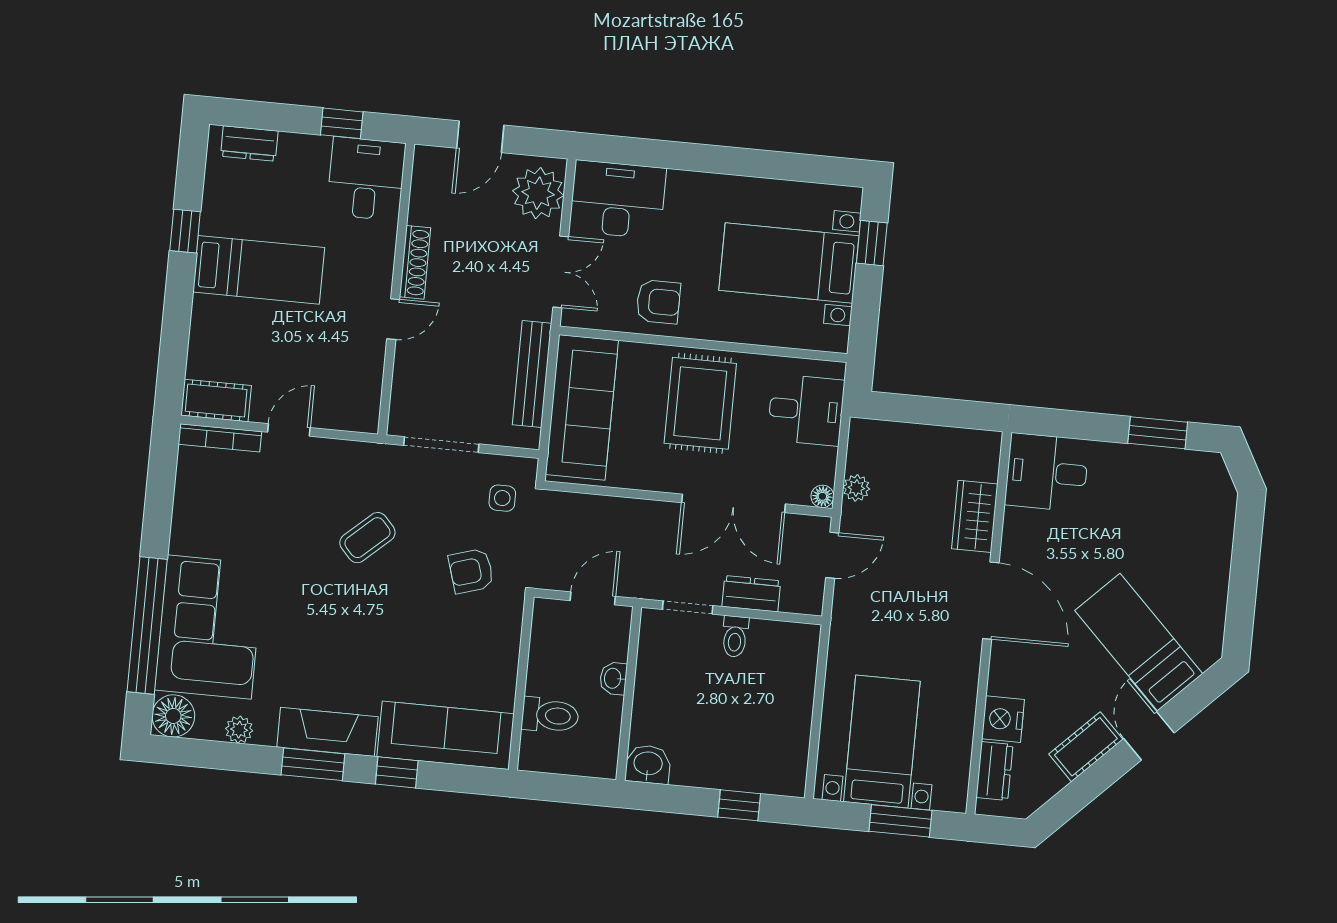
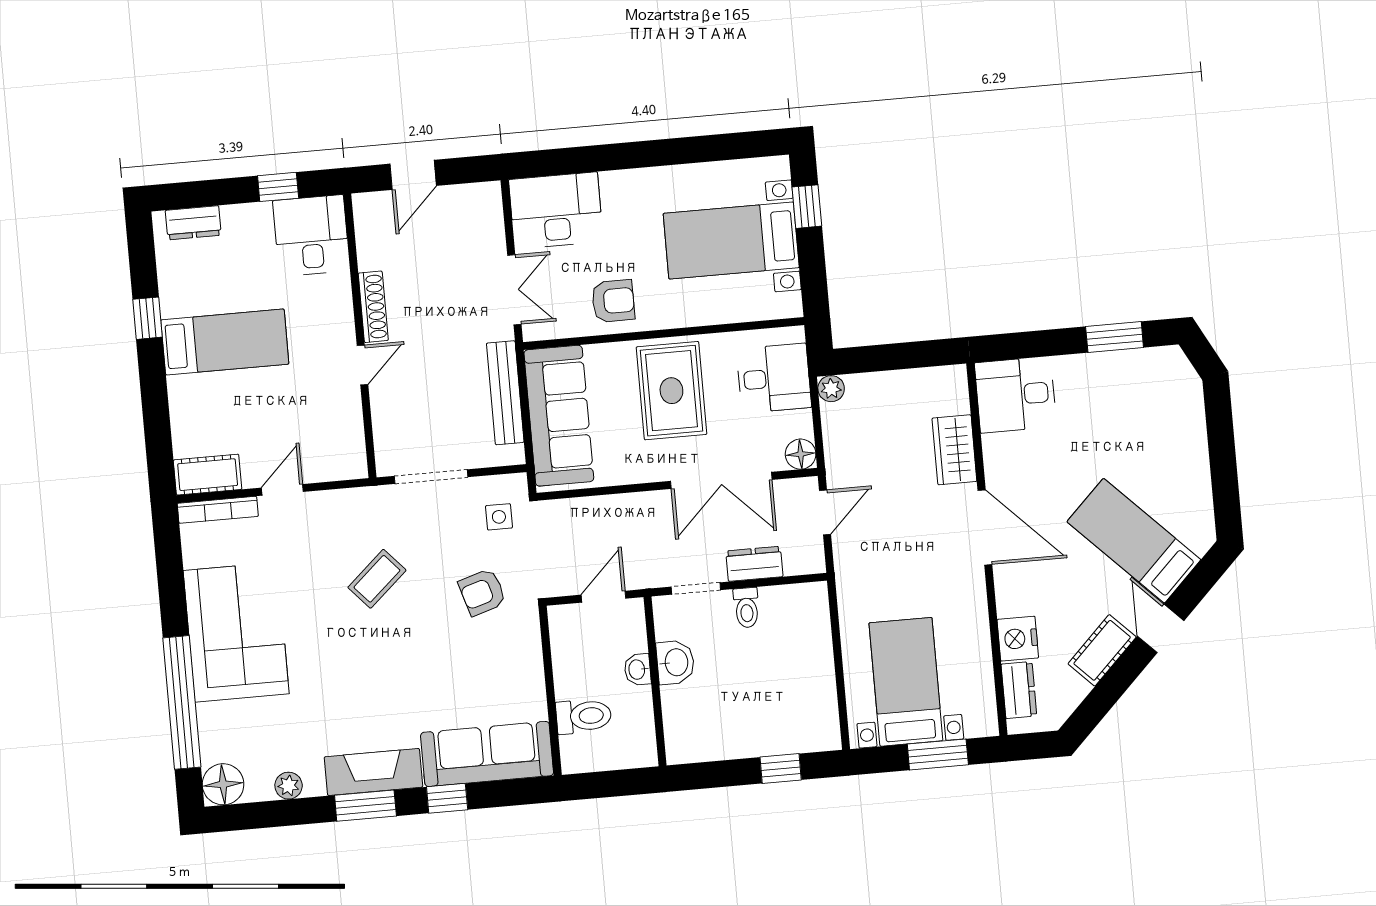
plant: (538, 193) -> (479, 219), removed
plant: (856, 488) -> (831, 389), moved
floor lamp: (822, 496) -> (801, 454), width x1.37, depth x1.37
corner sofa: (209, 627) -> (236, 632), moved
washbasin: (648, 764) -> (675, 662), moved, turned 90

